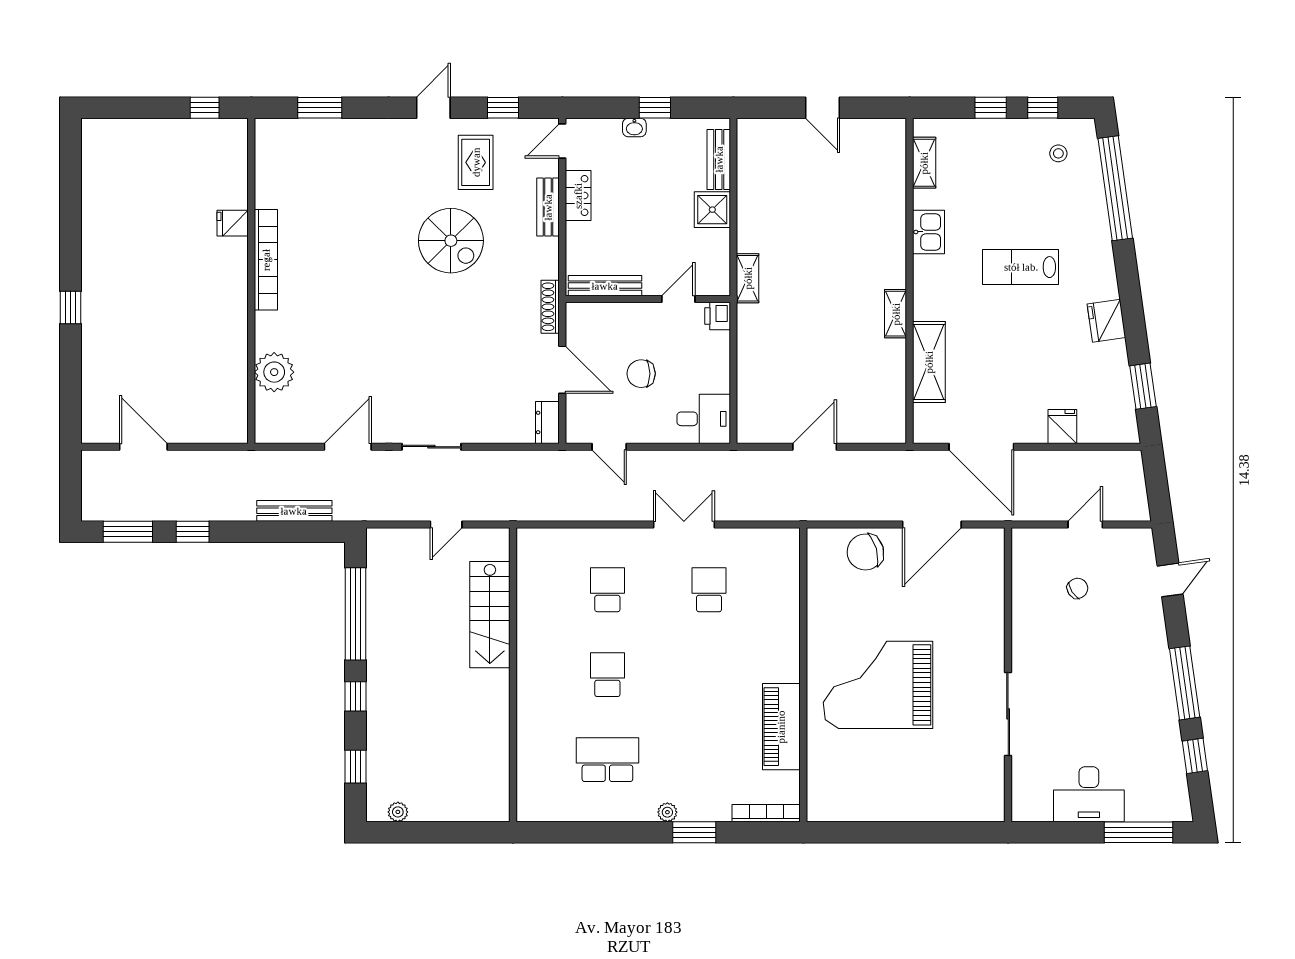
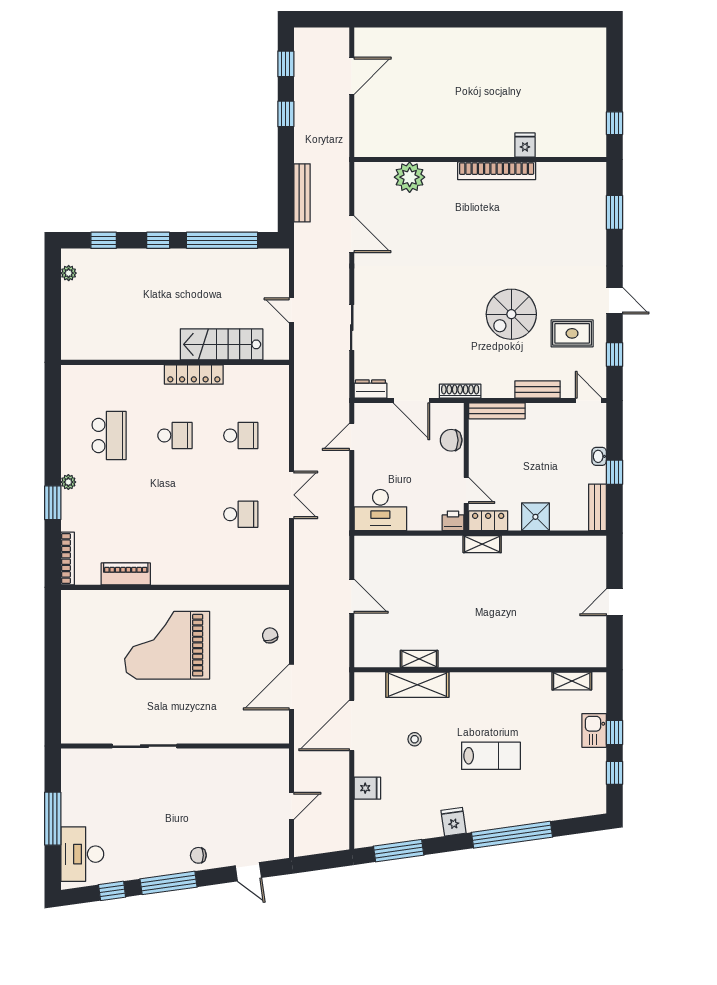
stool: (1058, 153) -> (415, 739), moved
bench: (719, 159) -> (598, 507), moved, turned 90
window: (1115, 188) -> (512, 835), moved
locker: (578, 196) -> (488, 521), moved, turned 180
kitchen sink: (928, 232) -> (594, 730), moved, turned 90
lab bench: (1021, 267) -> (491, 756), turned 90
bench: (605, 286) -> (497, 411), moved, turned 90
window: (70, 308) -> (459, 19), removed
shelving: (896, 314) -> (419, 659), moved
fridge: (1106, 321) -> (453, 822), width x0.72
door: (562, 370) -> (411, 401), hinge flipped
chair: (641, 374) -> (451, 440), moved, turned -90
window: (1143, 386) -> (399, 851), width x1.44
desk: (704, 419) -> (380, 510), width x1.37
sliding door: (431, 447) -> (352, 328), moved
door: (932, 524) -> (291, 687), hinge flipped
door: (1085, 524) -> (291, 806), hinge flipped
window: (128, 532) -> (286, 64), width x0.67
chair: (865, 552) -> (270, 635), width x0.54, depth x0.54
chair: (1077, 588) -> (198, 855), moved, turned 123
locker: (529, 650) -> (194, 374), added
grand piano: (878, 685) -> (167, 645), turned -90
piano: (781, 727) -> (126, 574), width x0.73, depth x0.75
desk: (1089, 794) -> (82, 854), moved
window: (1139, 832) -> (53, 819), moved

